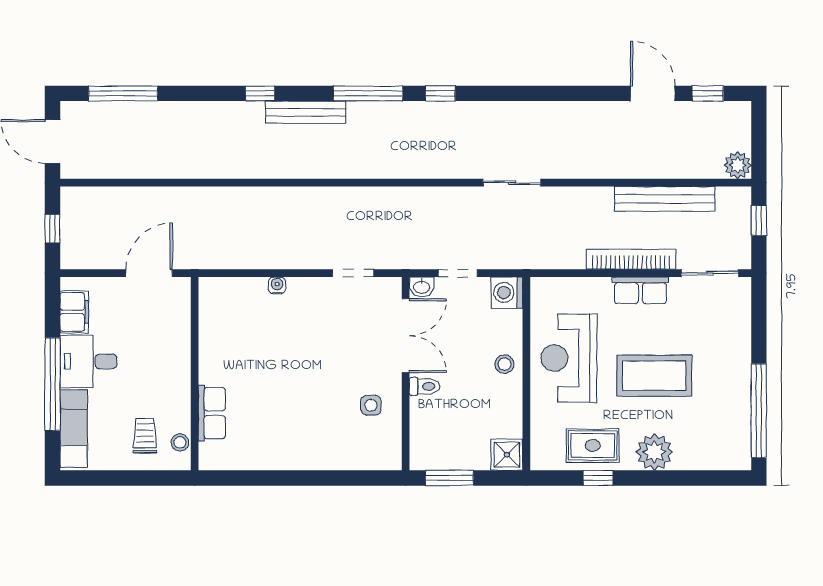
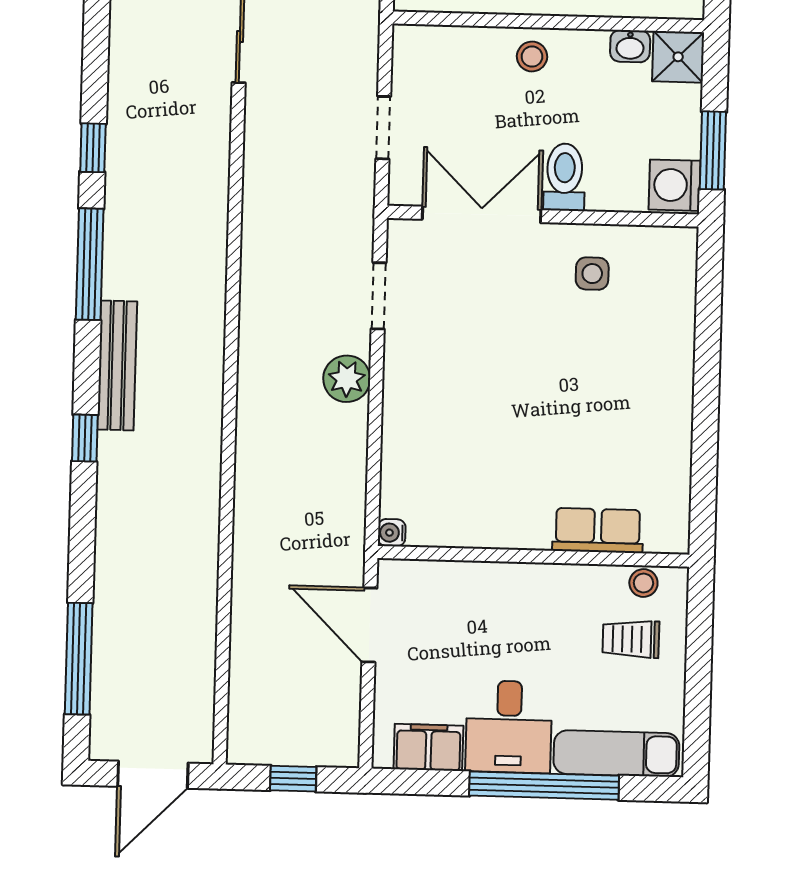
plant: (301, 255) -> (347, 379), added
water cooler: (277, 285) -> (392, 533), moved
washbasin: (422, 287) -> (630, 46), moved, turned 90
washing machine: (507, 293) -> (675, 185), moved, turned 90
toilet: (424, 386) -> (565, 177), width x1.37, depth x1.39

